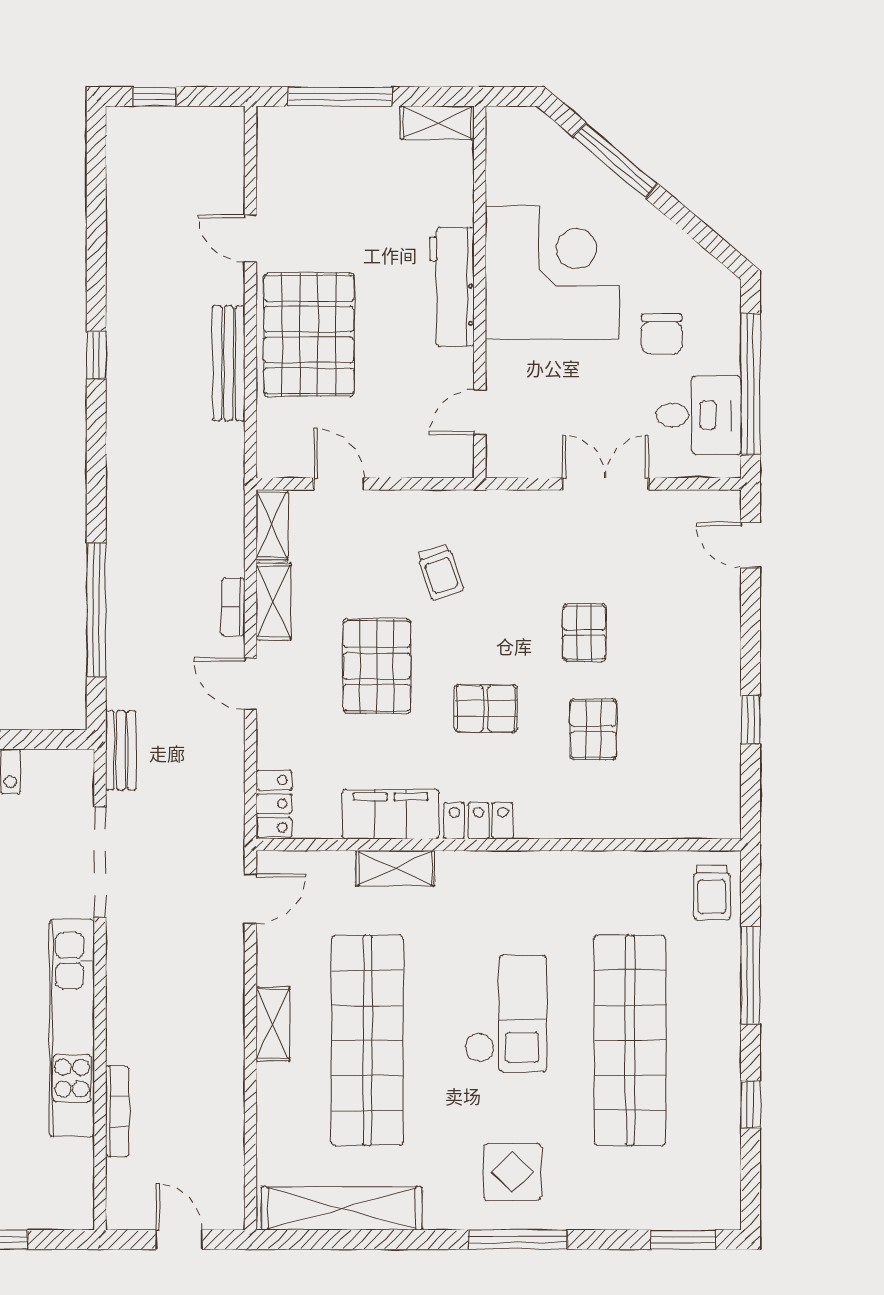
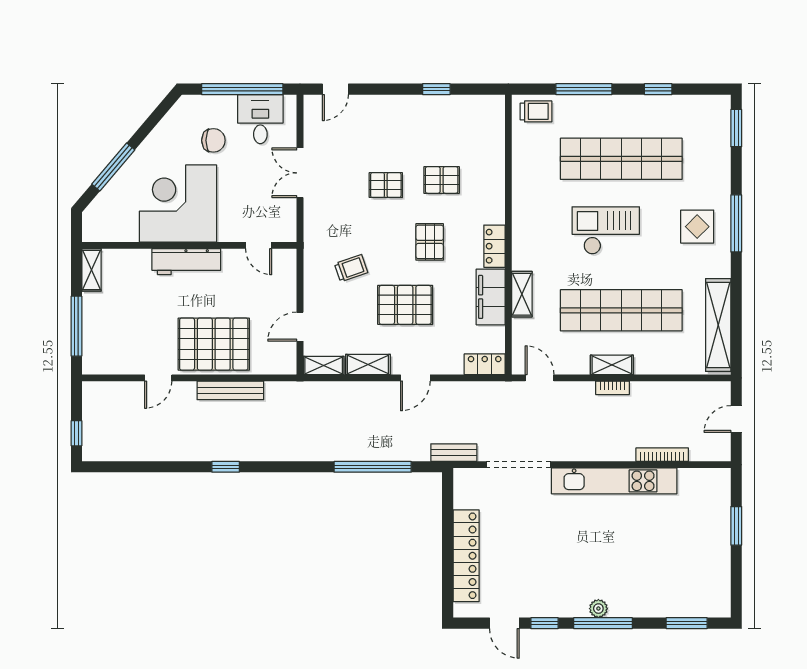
bookcase: (233, 607) -> (612, 388), moved

